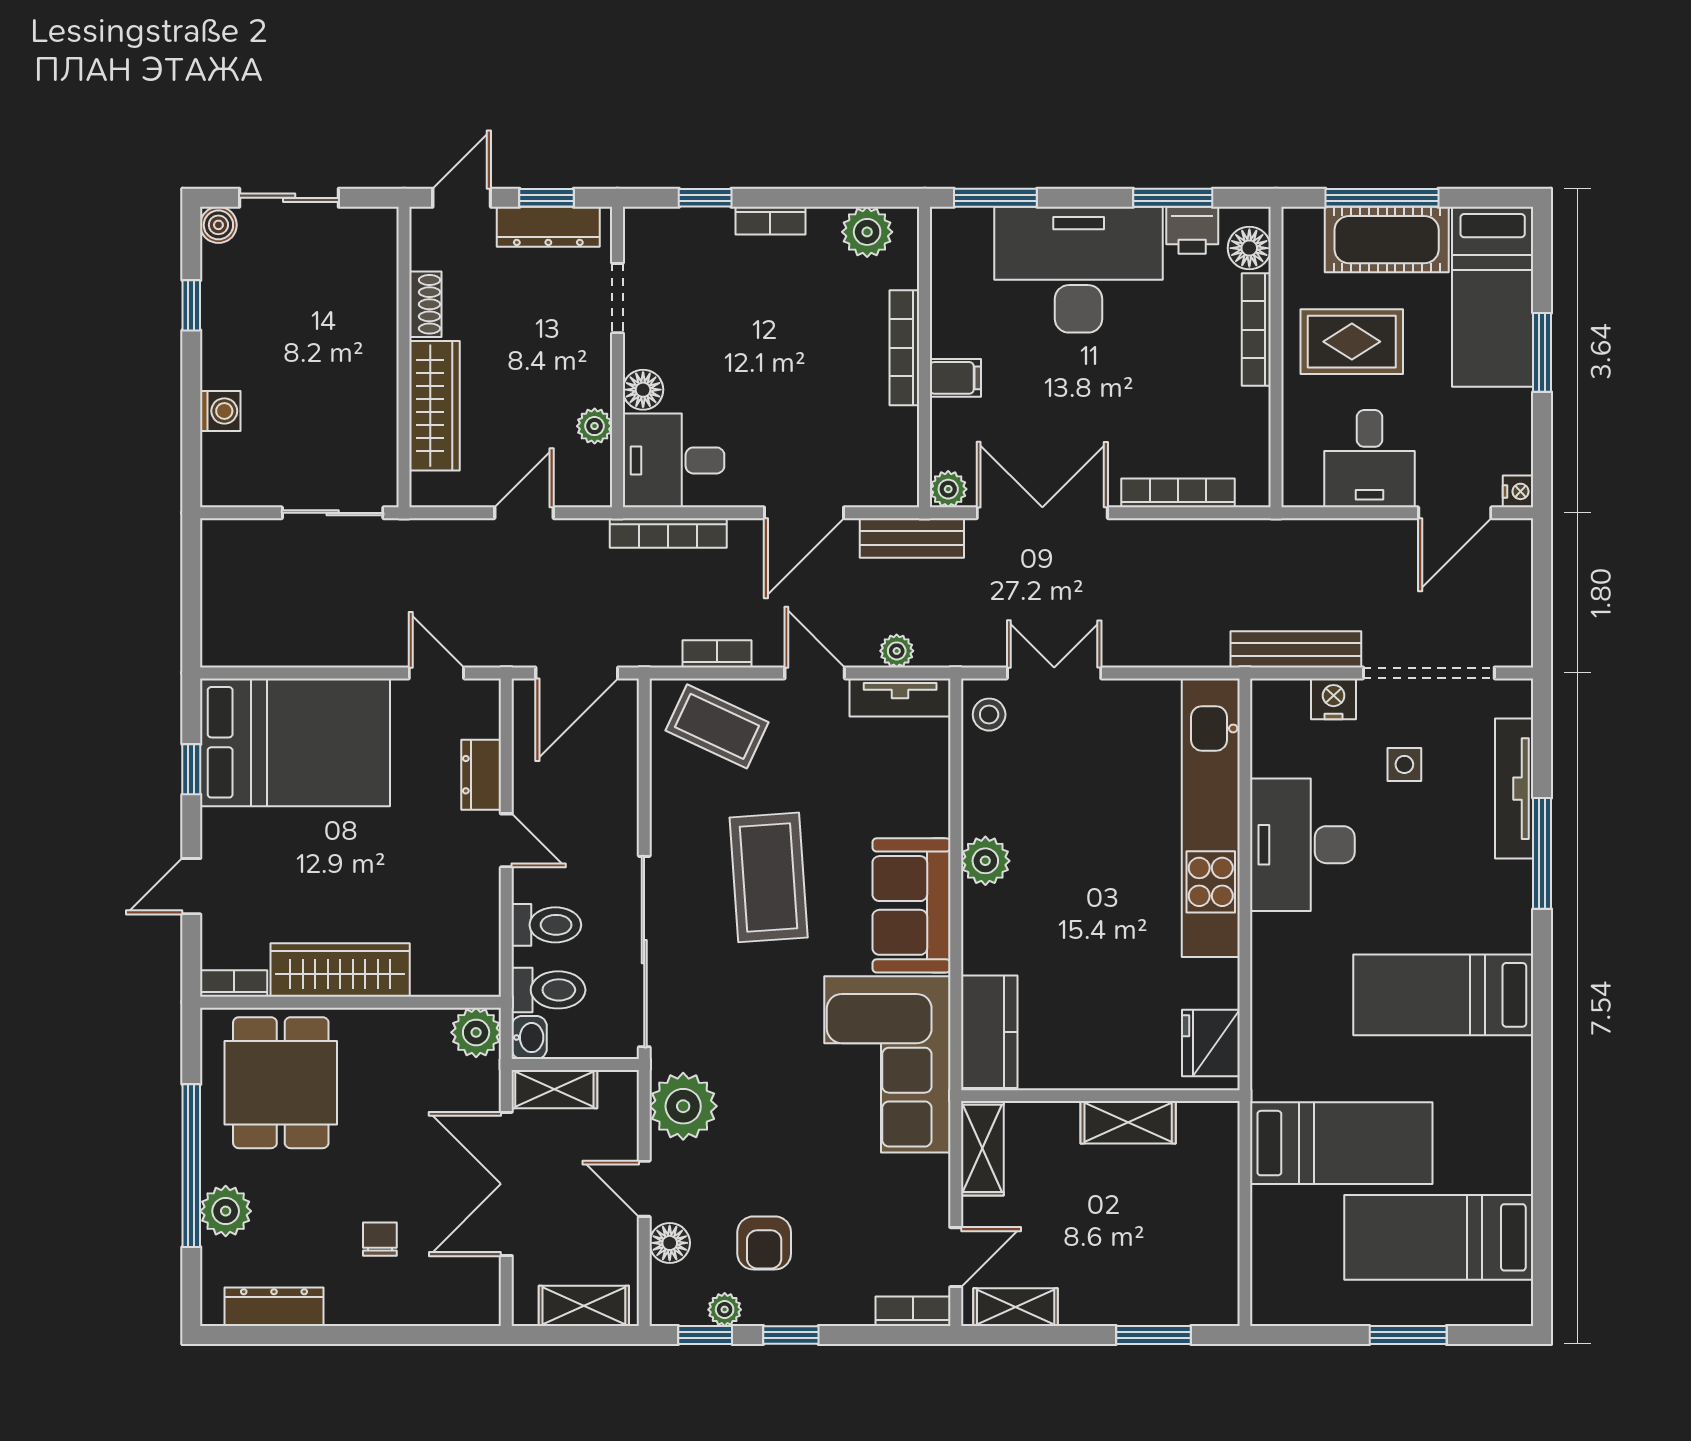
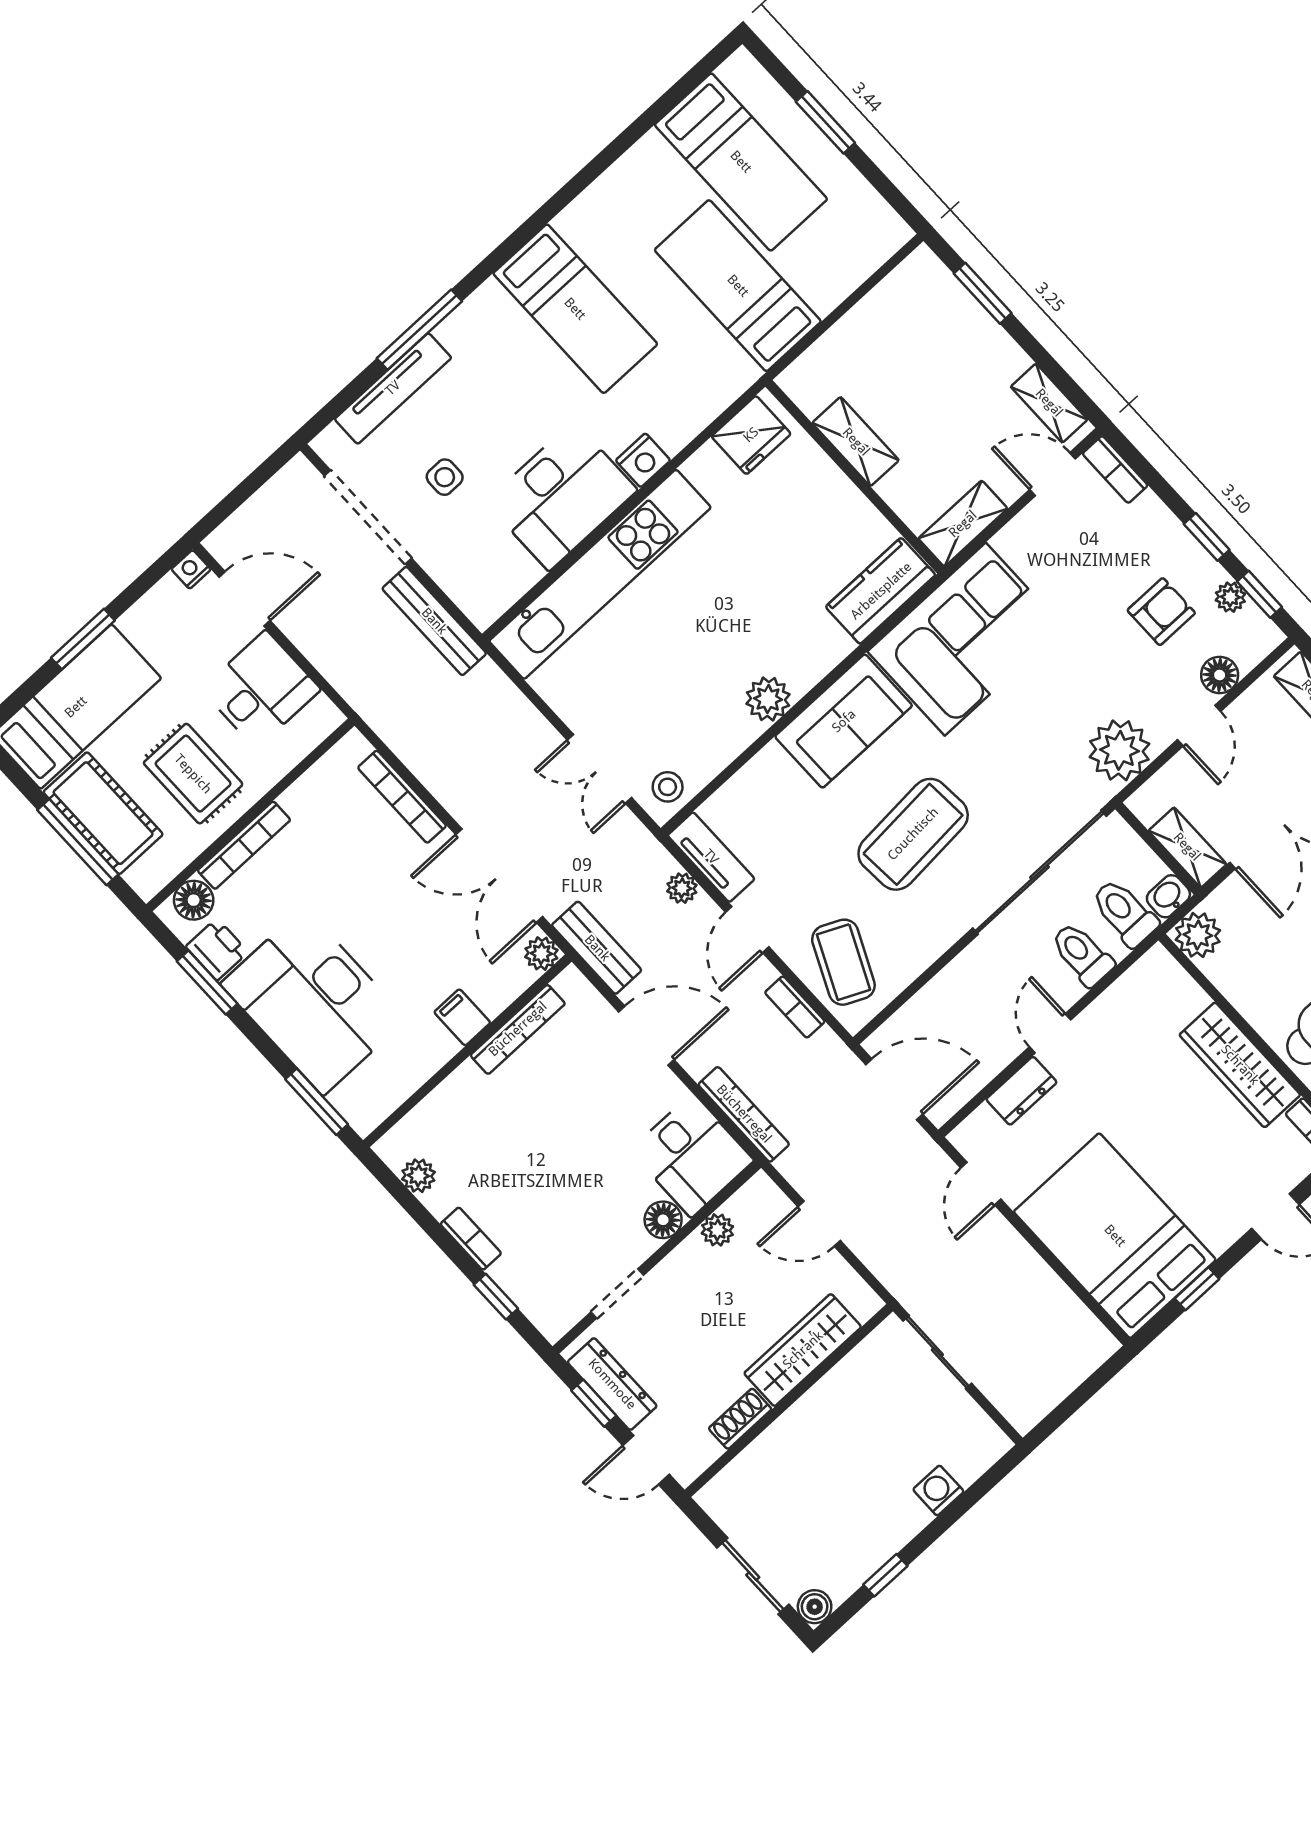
plant: (867, 232) -> (418, 1176), width x0.73, depth x0.73
bookcase: (904, 348) -> (518, 1029), moved
nightstand: (1334, 699) -> (643, 460), moved, turned -90

